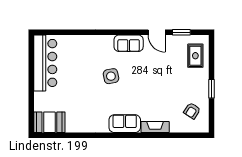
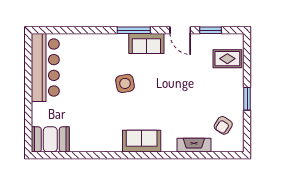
window: (118, 32) -> (134, 30), added
rug: (195, 56) -> (227, 59), turned 90
fireplace: (155, 127) -> (194, 145), moved

